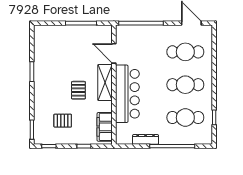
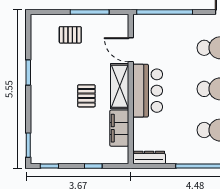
bar counter: (127, 94) -> (148, 91), width x0.73
pallet: (63, 121) -> (70, 35), moved
filing cabinet: (105, 127) -> (119, 128), moved
dresser: (146, 139) -> (149, 157), moved

